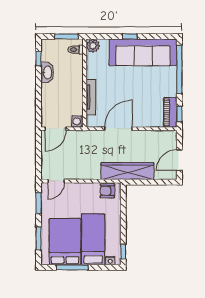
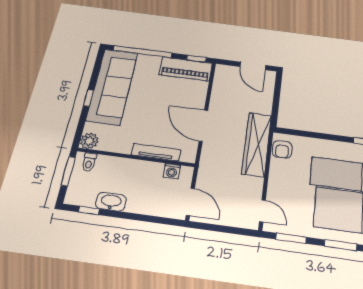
piano: (170, 112) -> (186, 69), width x1.37, depth x1.33
washing machine: (77, 121) -> (172, 171), moved
wardrobe: (127, 171) -> (257, 144), moved

